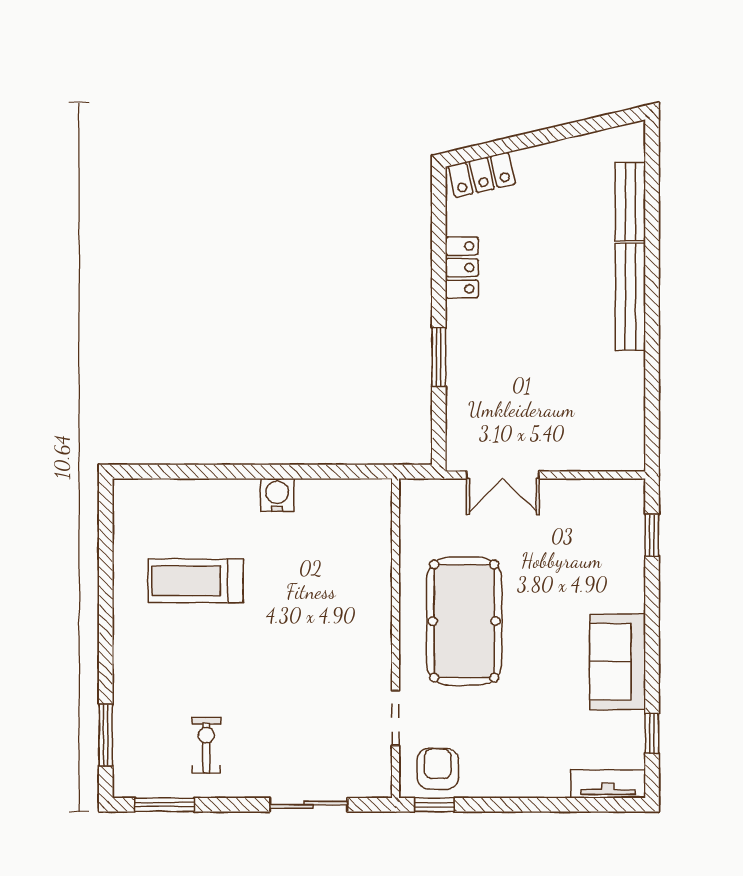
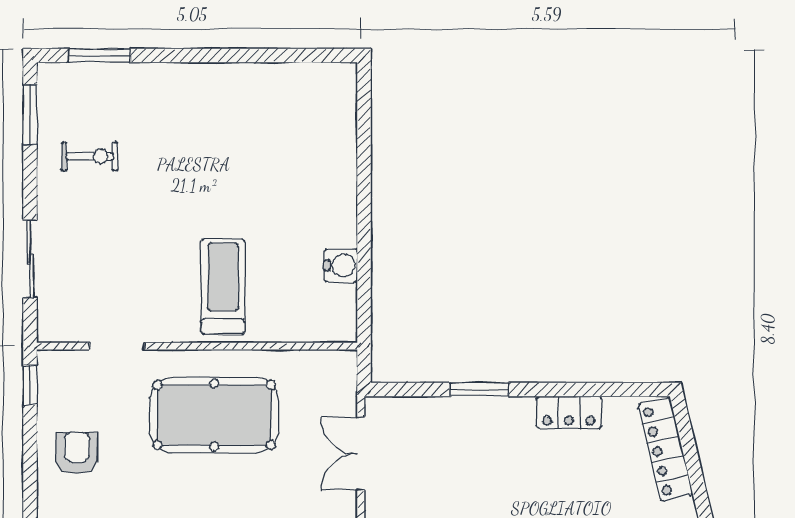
locker: (482, 175) -> (666, 449), width x1.53
water cooler: (277, 495) -> (341, 265), moved
treadmill: (196, 581) -> (223, 287), moved
armchair: (438, 769) -> (77, 453), moved, turned -90

